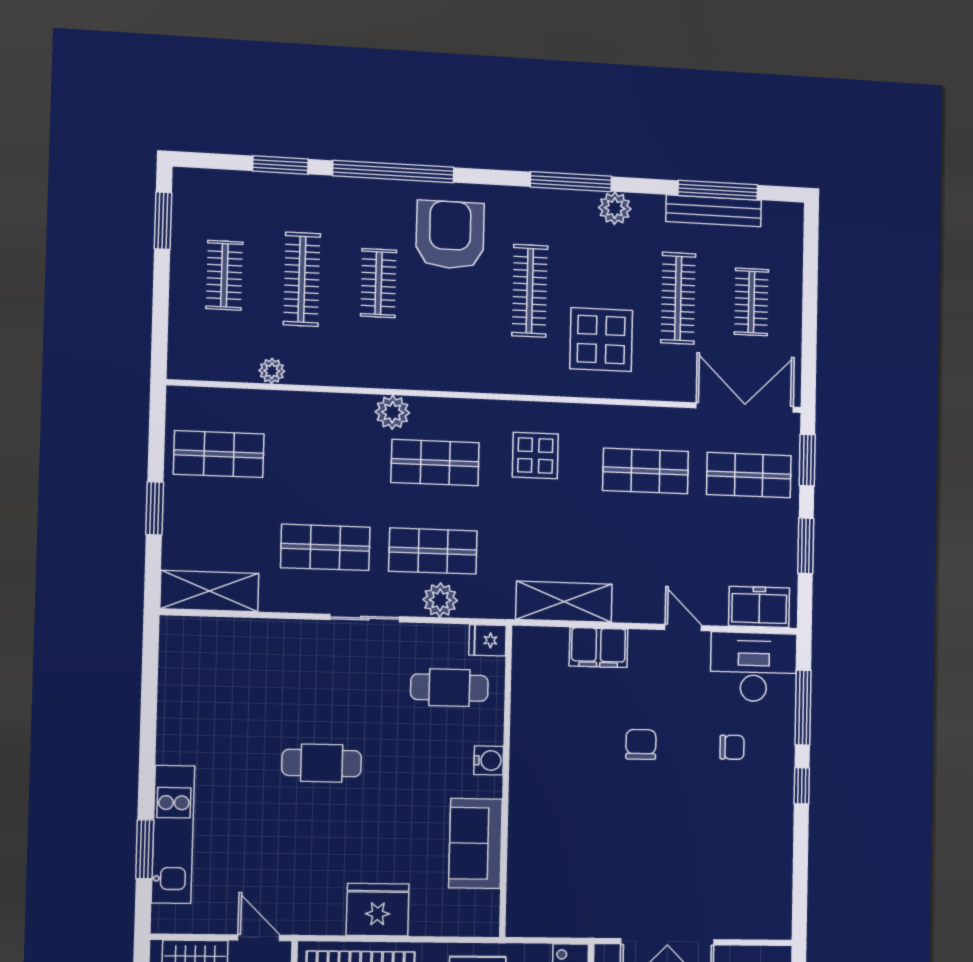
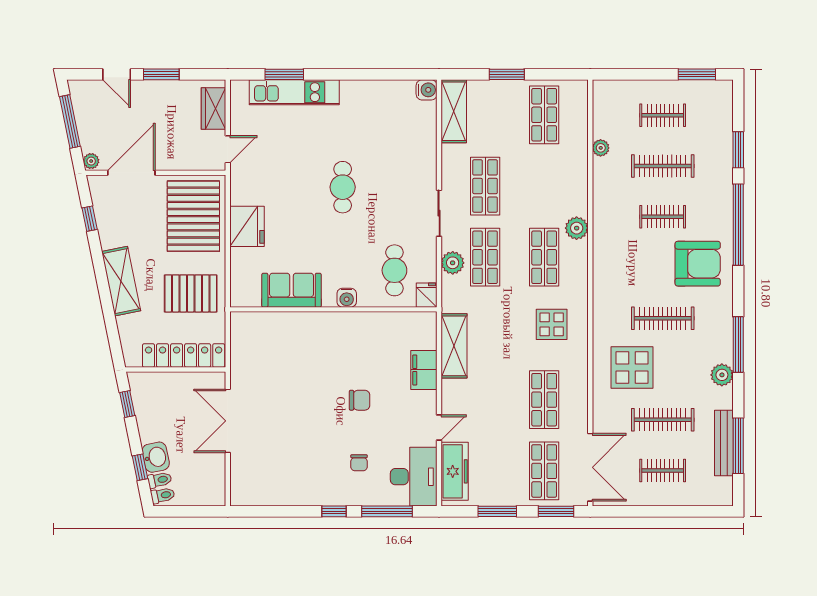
freezer: (759, 607) -> (455, 471), width x1.40
water cooler: (175, 631) -> (427, 90), added

